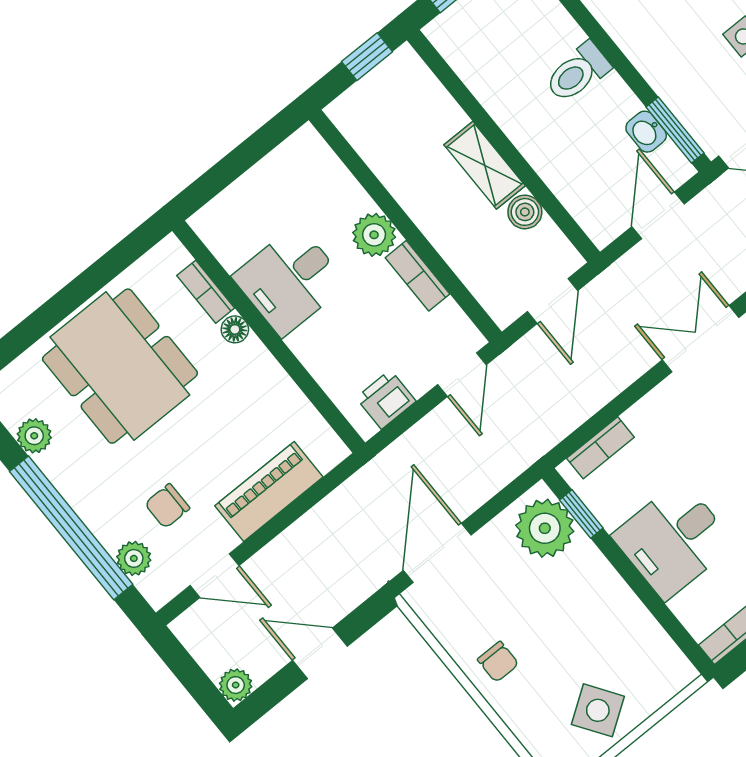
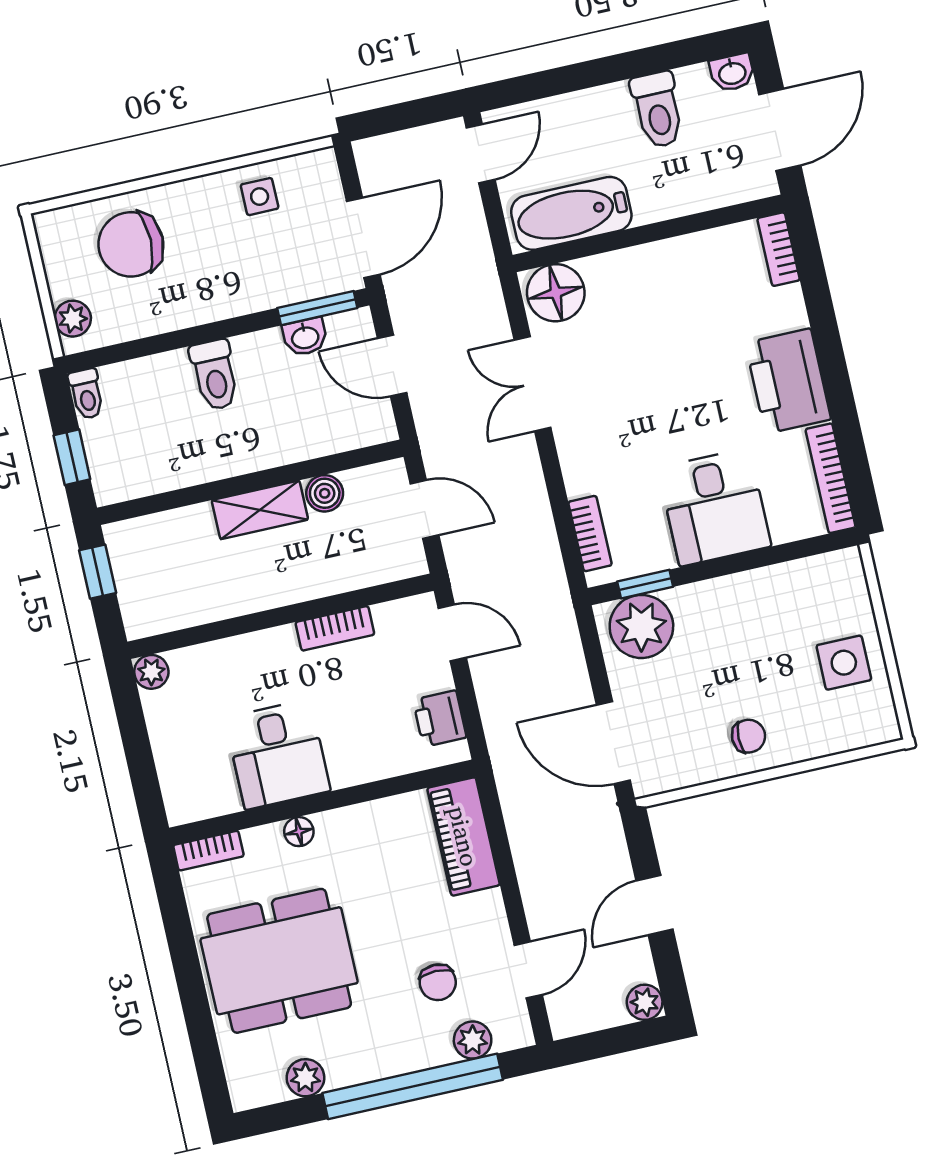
plant: (374, 235) -> (151, 672), moved, width x0.73, depth x0.73
bookcase: (206, 292) -> (208, 851), moved
piano: (269, 491) -> (464, 836), moved
side table: (598, 710) -> (844, 663), turned 34

